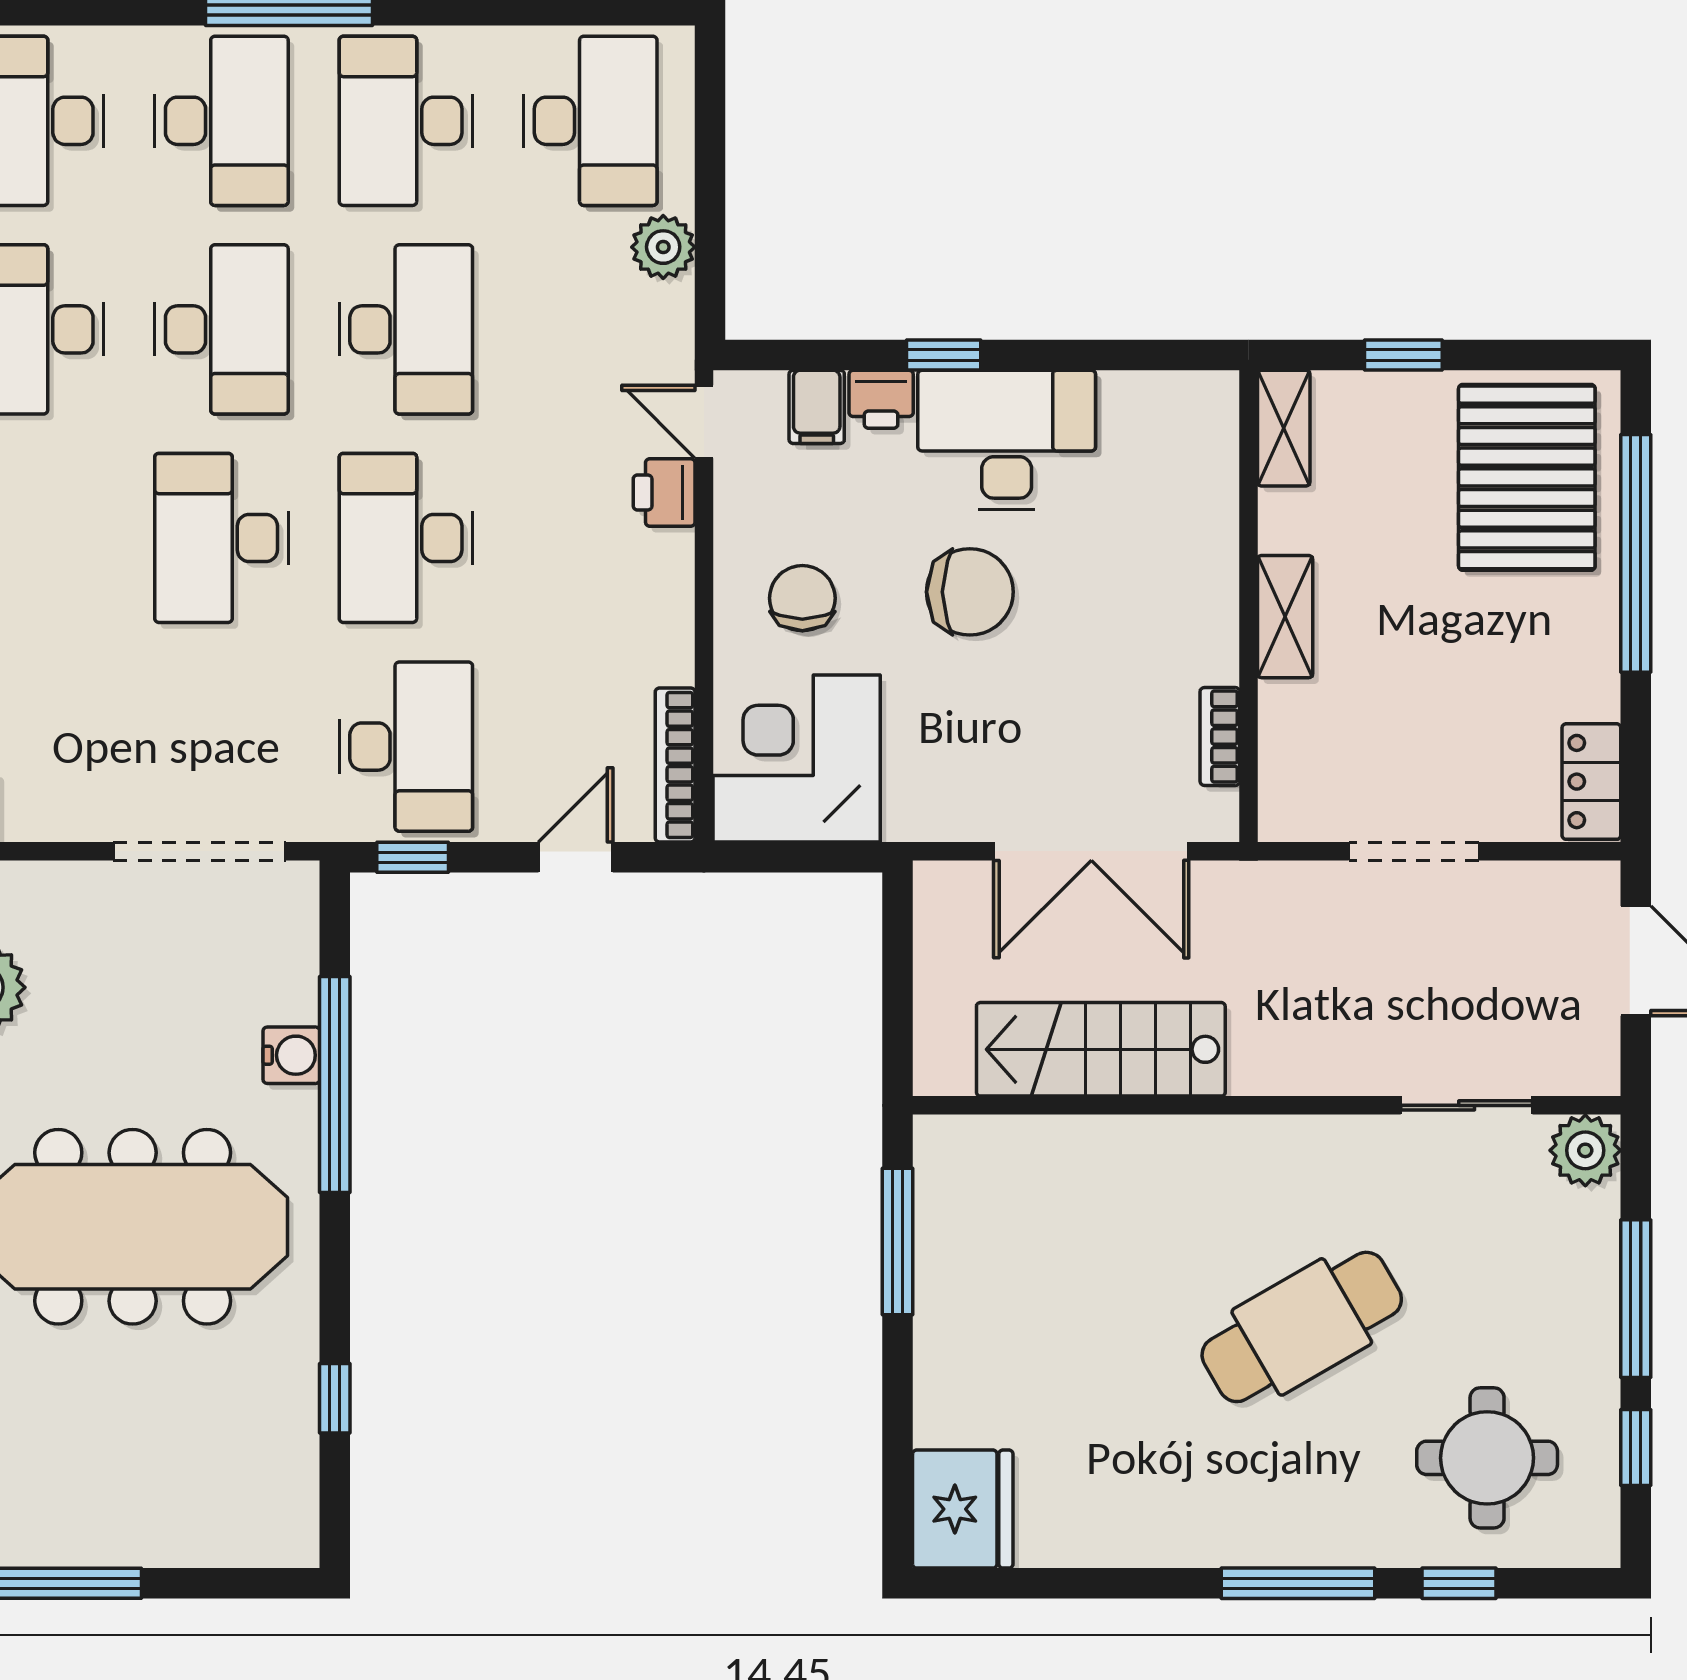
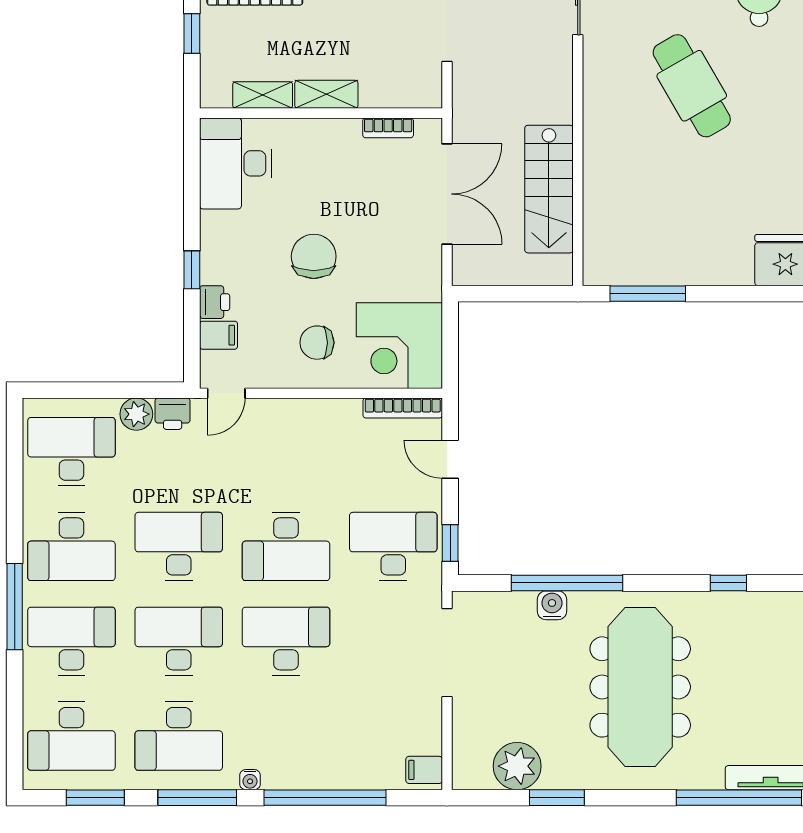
shelving: (1284, 428) -> (263, 95), moved
desk: (1007, 440) -> (236, 163), moved
printer: (664, 492) -> (173, 414), moved
desk: (221, 538) -> (286, 641), turned 180

